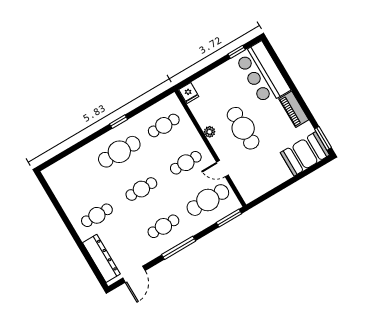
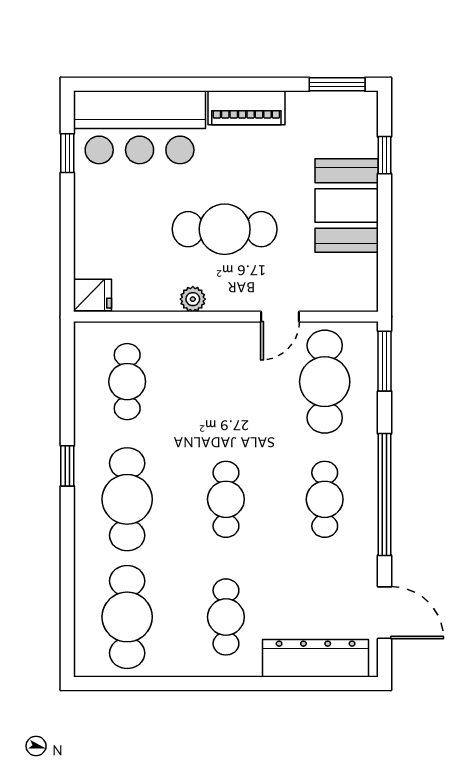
booth: (305, 154) -> (347, 206), moved
cafe table: (186, 163) -> (127, 617), moved, width x1.37, depth x1.35
window: (307, 172) -> (385, 155), added
window: (179, 248) -> (385, 495), width x1.46

